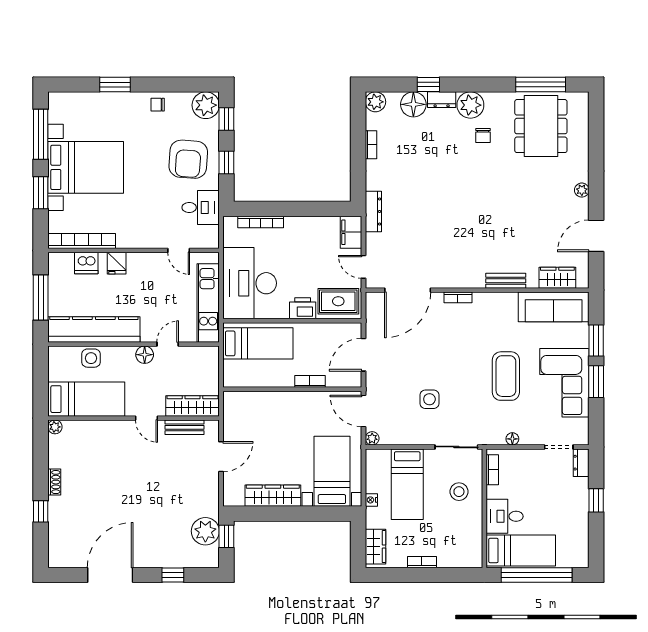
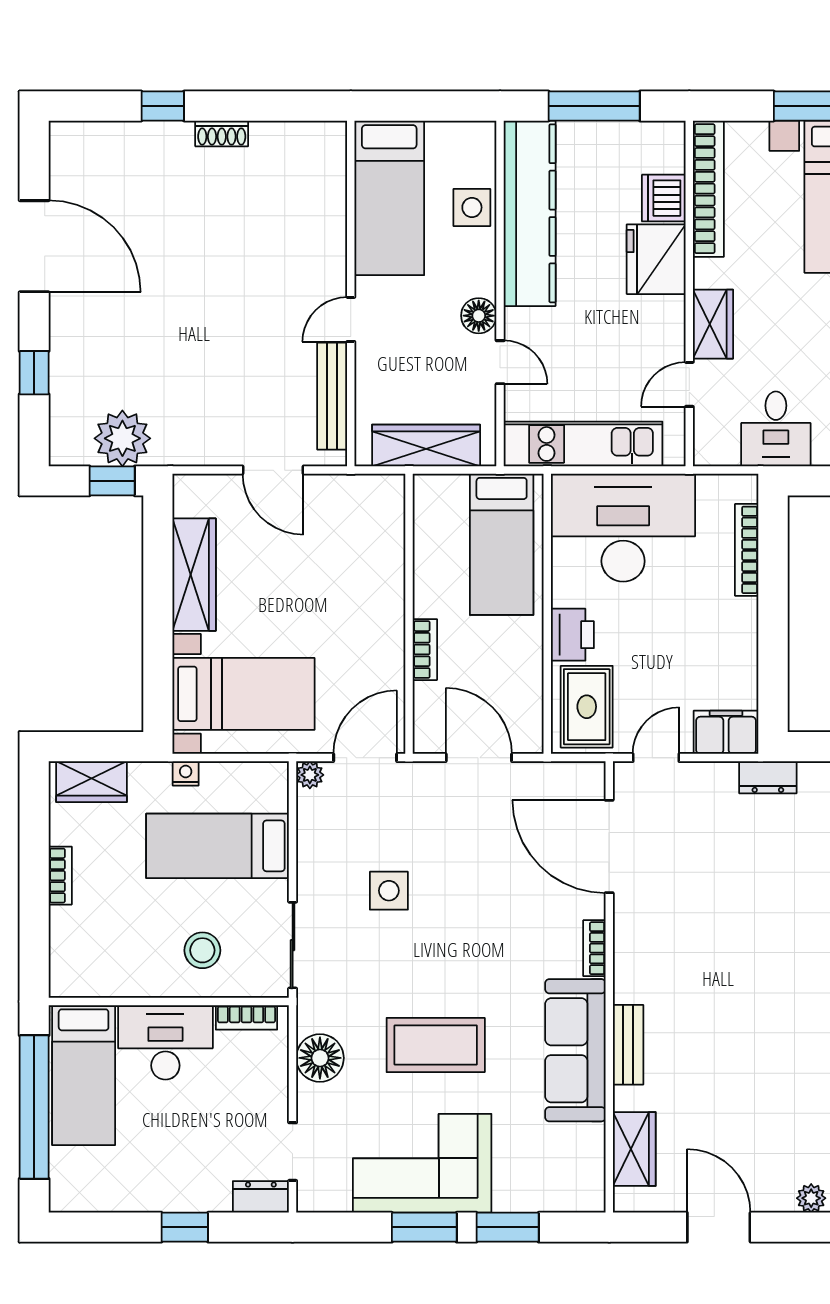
dresser: (373, 211) -> (768, 777), width x0.70
wardrobe: (149, 239) -> (713, 324), added
fridge: (117, 263) -> (656, 259), width x1.88, depth x1.34
sofa: (554, 307) -> (575, 1050), moved
wardrobe: (192, 406) -> (426, 445), moved, turned -90
plant: (55, 427) -> (333, 135), removed
bench: (184, 427) -> (332, 396), width x1.36
floor lamp: (512, 439) -> (320, 1058), width x1.89, depth x1.89
desk: (505, 516) -> (165, 1042), width x1.37

